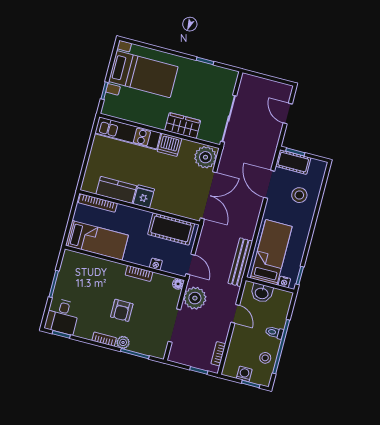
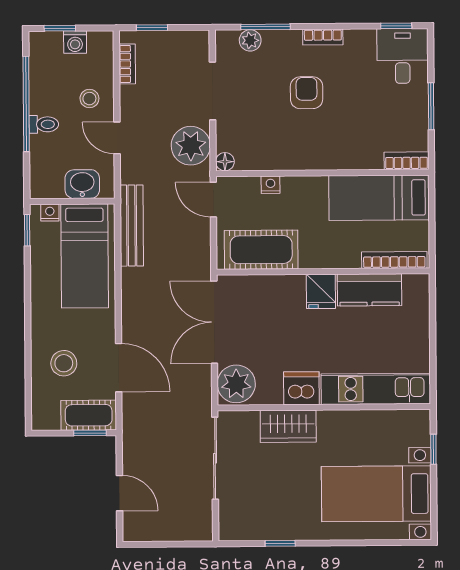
bookcase: (139, 273) -> (407, 161), moved
plant: (123, 342) -> (250, 40), moved
stool: (265, 358) -> (89, 99), moved

